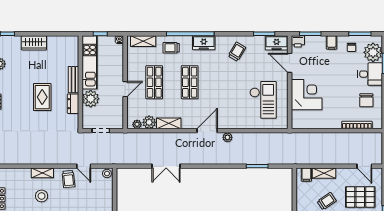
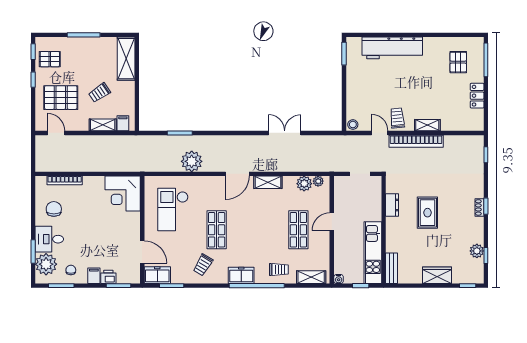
printer: (298, 41) -> (108, 277), moved
bench: (73, 80) -> (391, 268), moved
shop shelf: (190, 82) -> (217, 230), moved
corner desk: (307, 95) -> (123, 193), moved
plant: (91, 99) -> (372, 211), removed
shelving: (169, 123) -> (268, 182), moved
plant: (227, 137) -> (192, 161), moved, width x1.88, depth x1.88
bookcase: (52, 159) -> (416, 141), added
stool: (42, 196) -> (428, 99), removed

